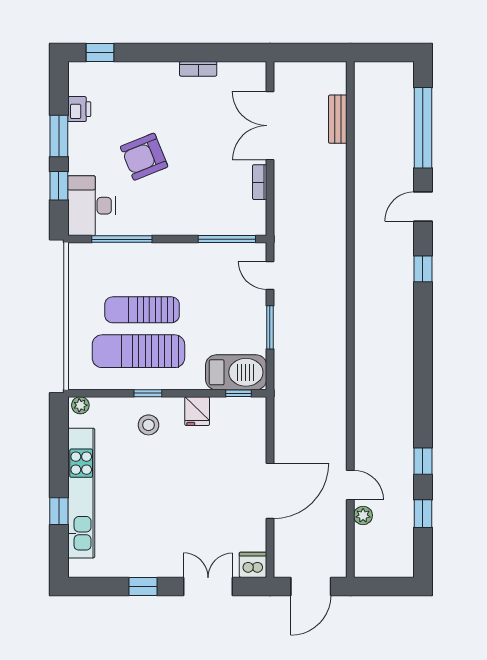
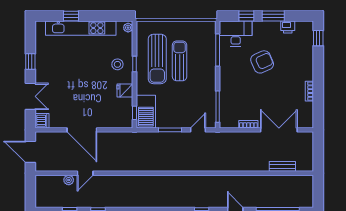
armchair: (144, 157) -> (262, 62), turned 88
sun lounger: (138, 351) -> (157, 59), turned 180

